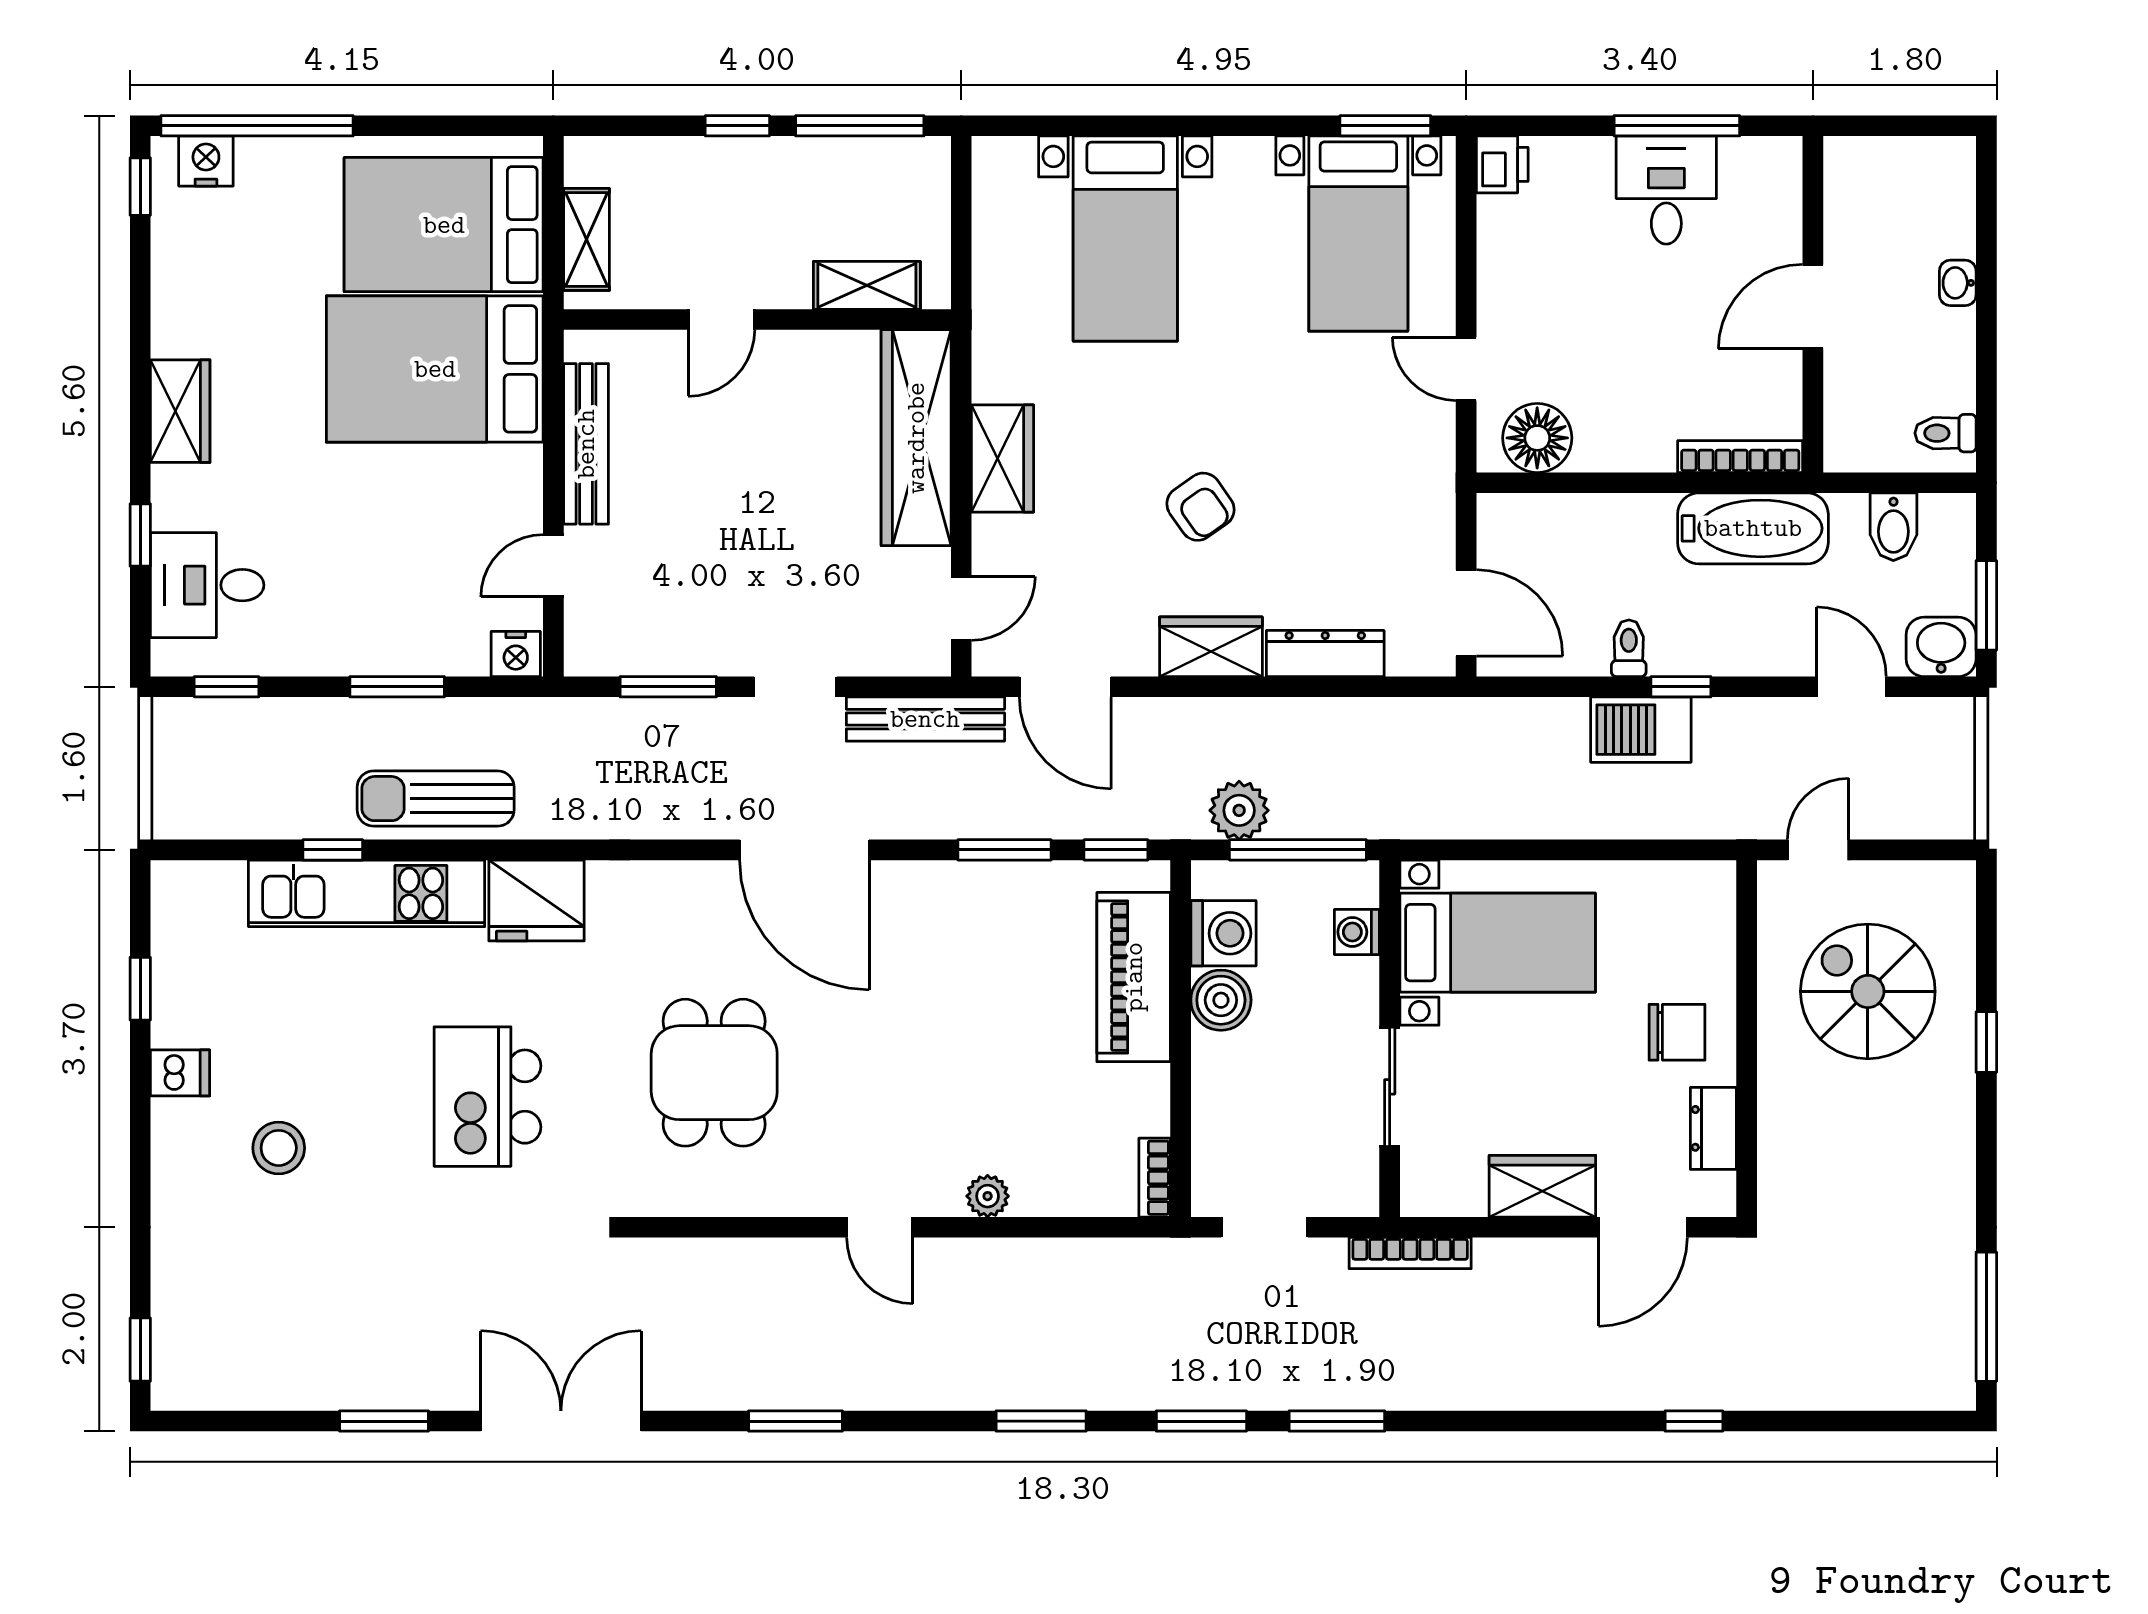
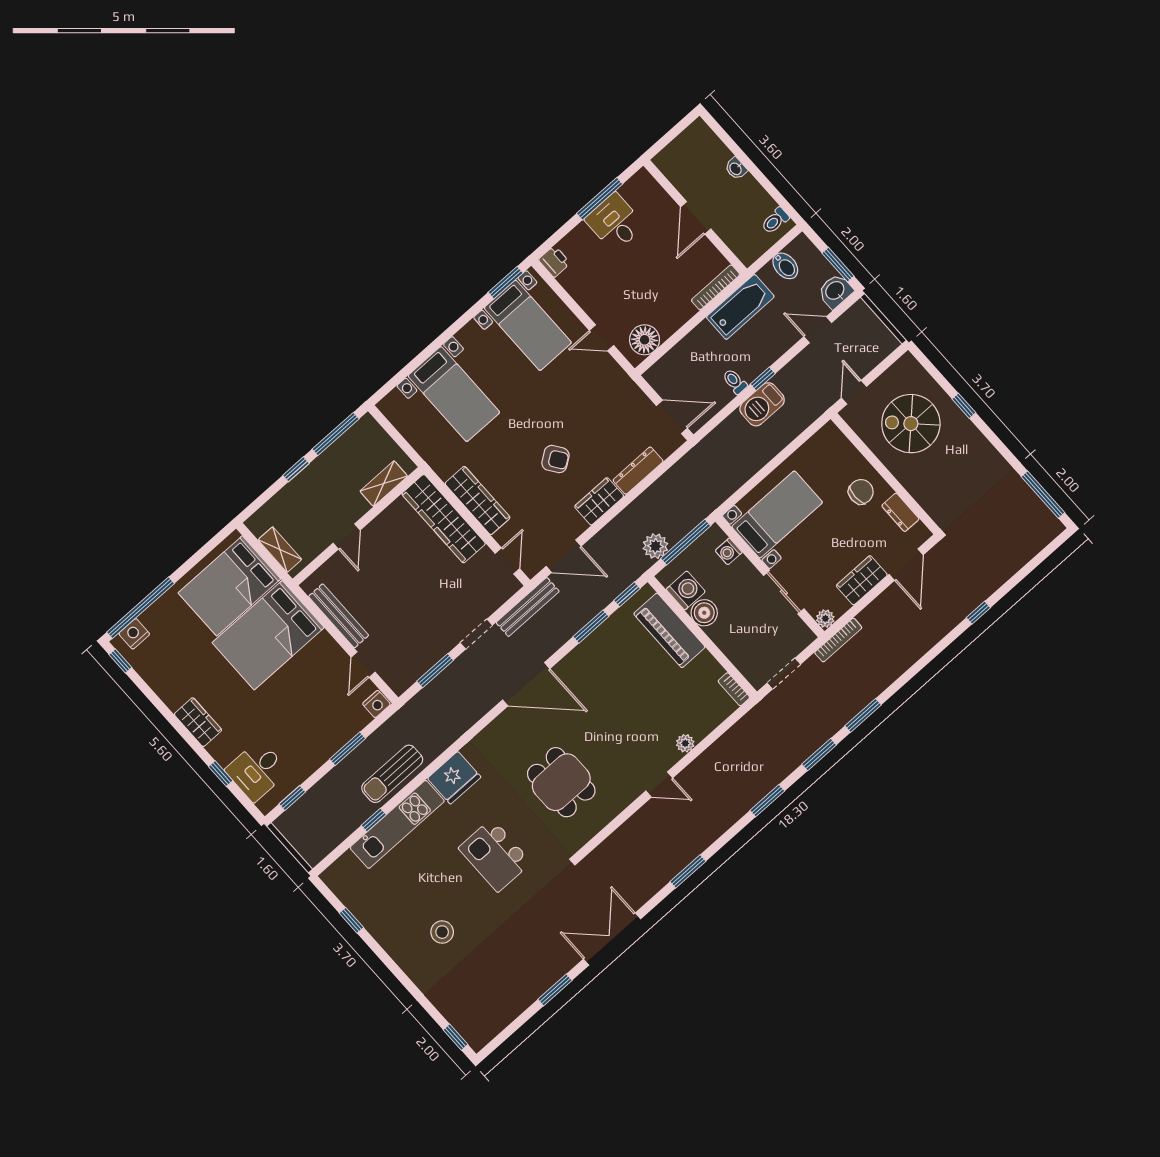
wardrobe: (1003, 458) -> (478, 501), width x1.50
dishwasher: (180, 1073) -> (389, 936), removed
plant: (1421, 1196) -> (825, 619), added

